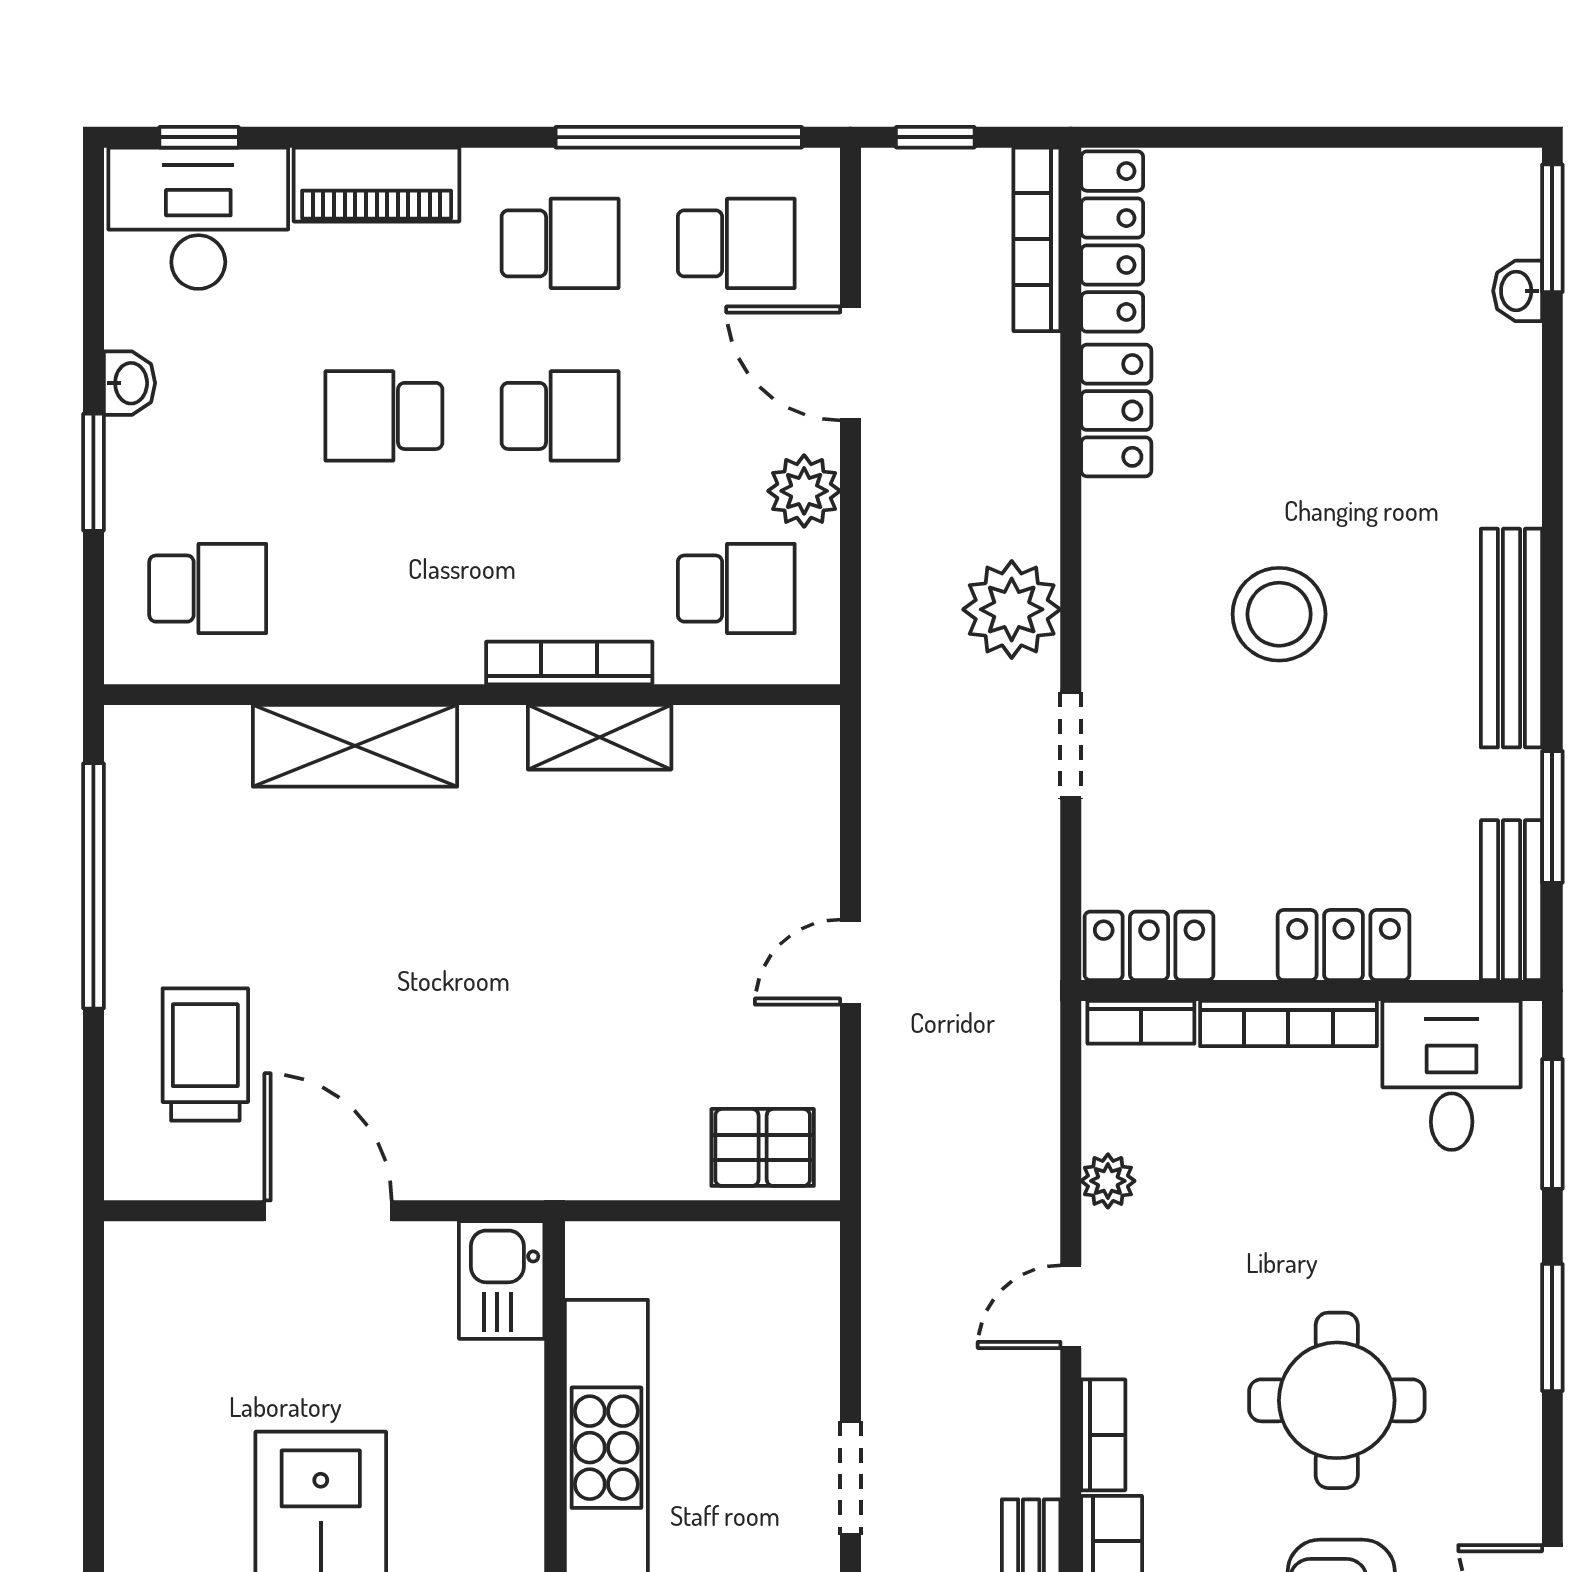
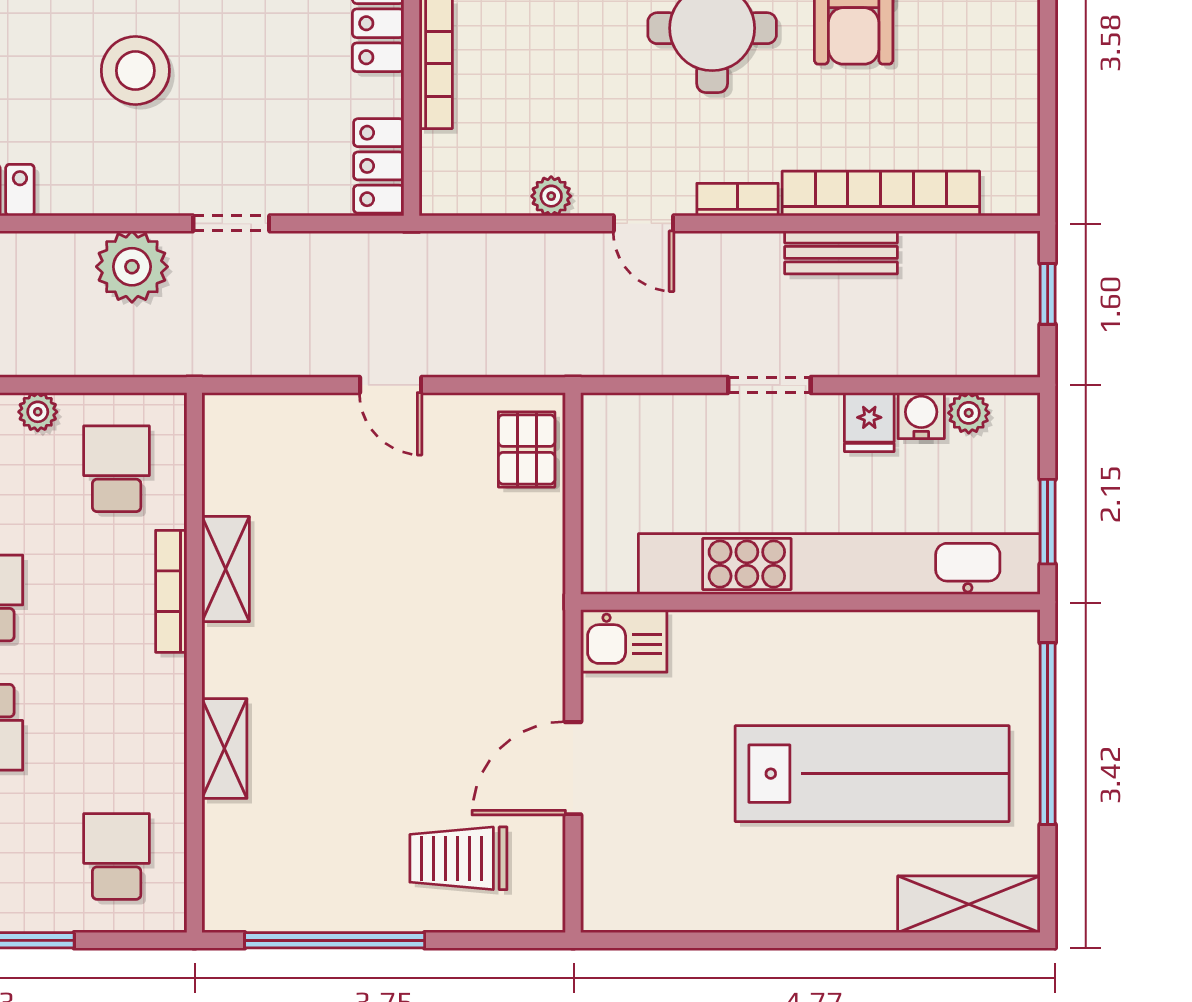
plant: (804, 491) -> (38, 412), width x0.73, depth x0.73
shelving: (355, 746) -> (224, 748), width x0.67, depth x0.75
bookcase: (1141, 1022) -> (435, 172), removed

